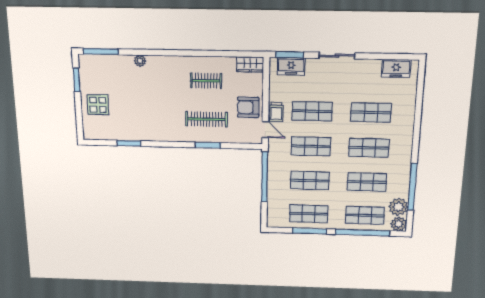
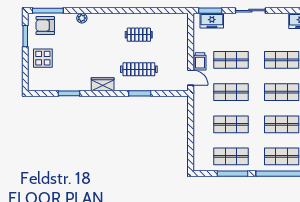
wardrobe: (250, 64) -> (103, 84), moved, turned 180
armchair: (248, 107) -> (45, 26), moved
window: (265, 177) -> (191, 122), removed

